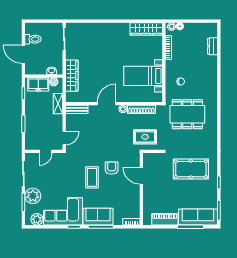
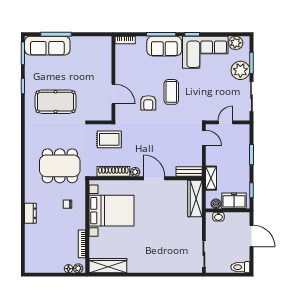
toilet: (33, 39) -> (240, 267), moved
dresser: (212, 46) -> (30, 213), moved
wardrobe: (72, 76) -> (195, 198), moved
bed with nightstands: (143, 76) -> (111, 211), width x1.36
door: (107, 104) -> (154, 178), swing flipped
door: (64, 138) -> (204, 138), swing flipped
piano: (165, 219) -> (86, 43), removed

